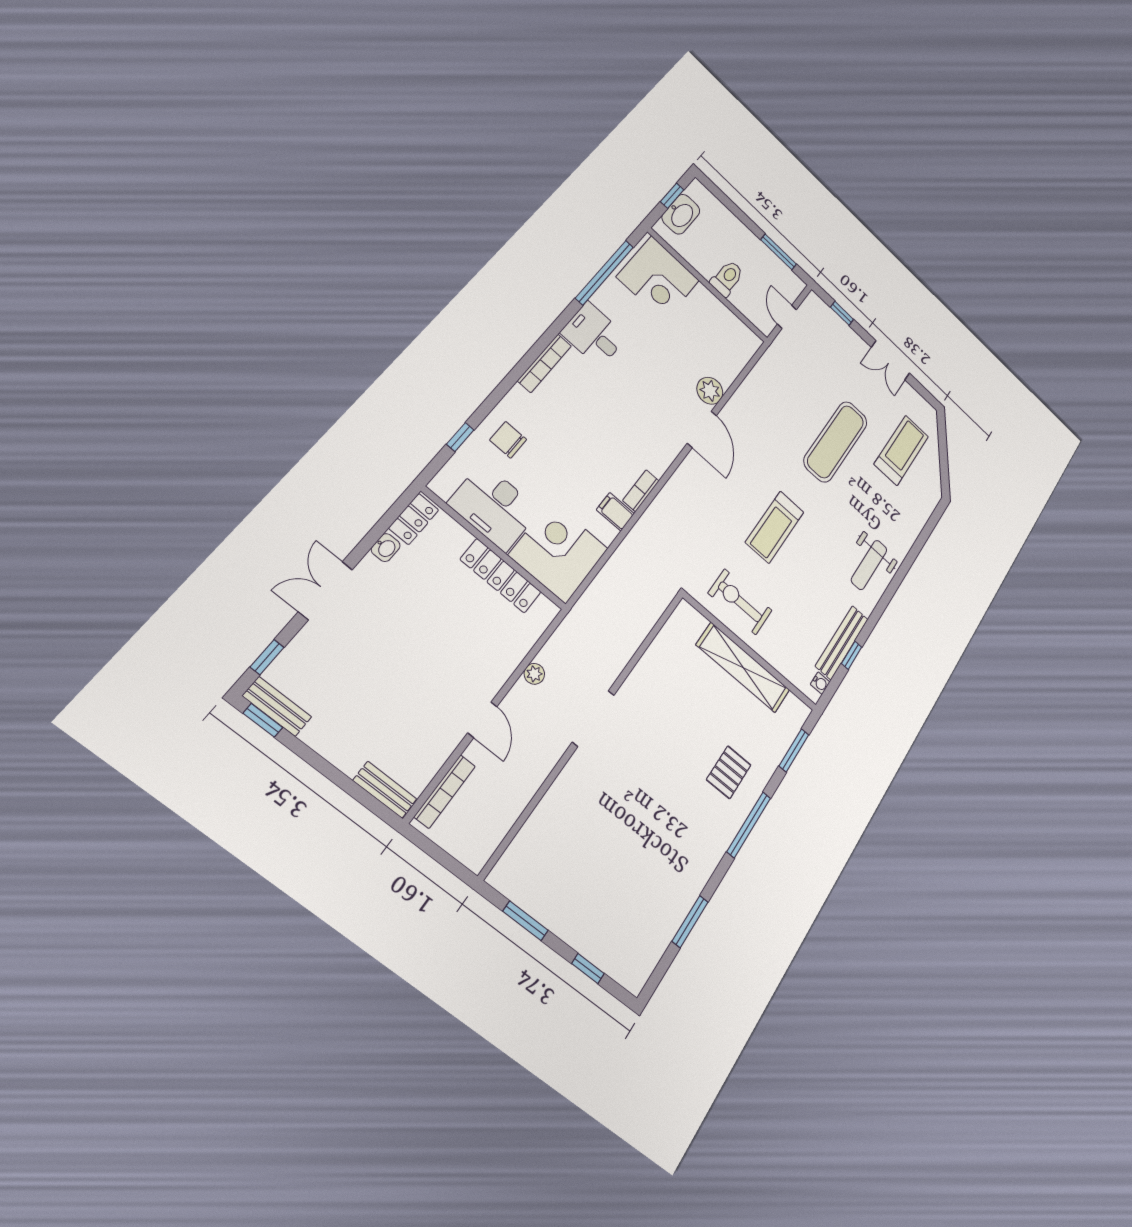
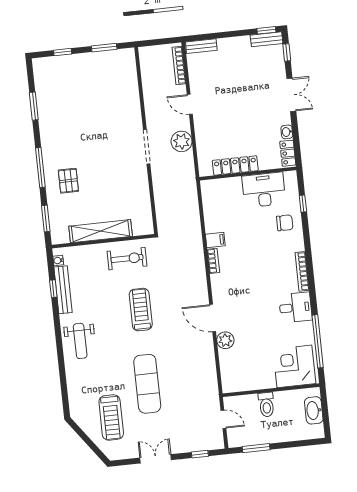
window: (672, 196) -> (325, 415), removed
corner desk: (559, 552) -> (222, 199), removed
weight bench: (869, 565) -> (80, 341), turned 180
plant: (534, 674) -> (182, 141), width x1.87, depth x1.87

